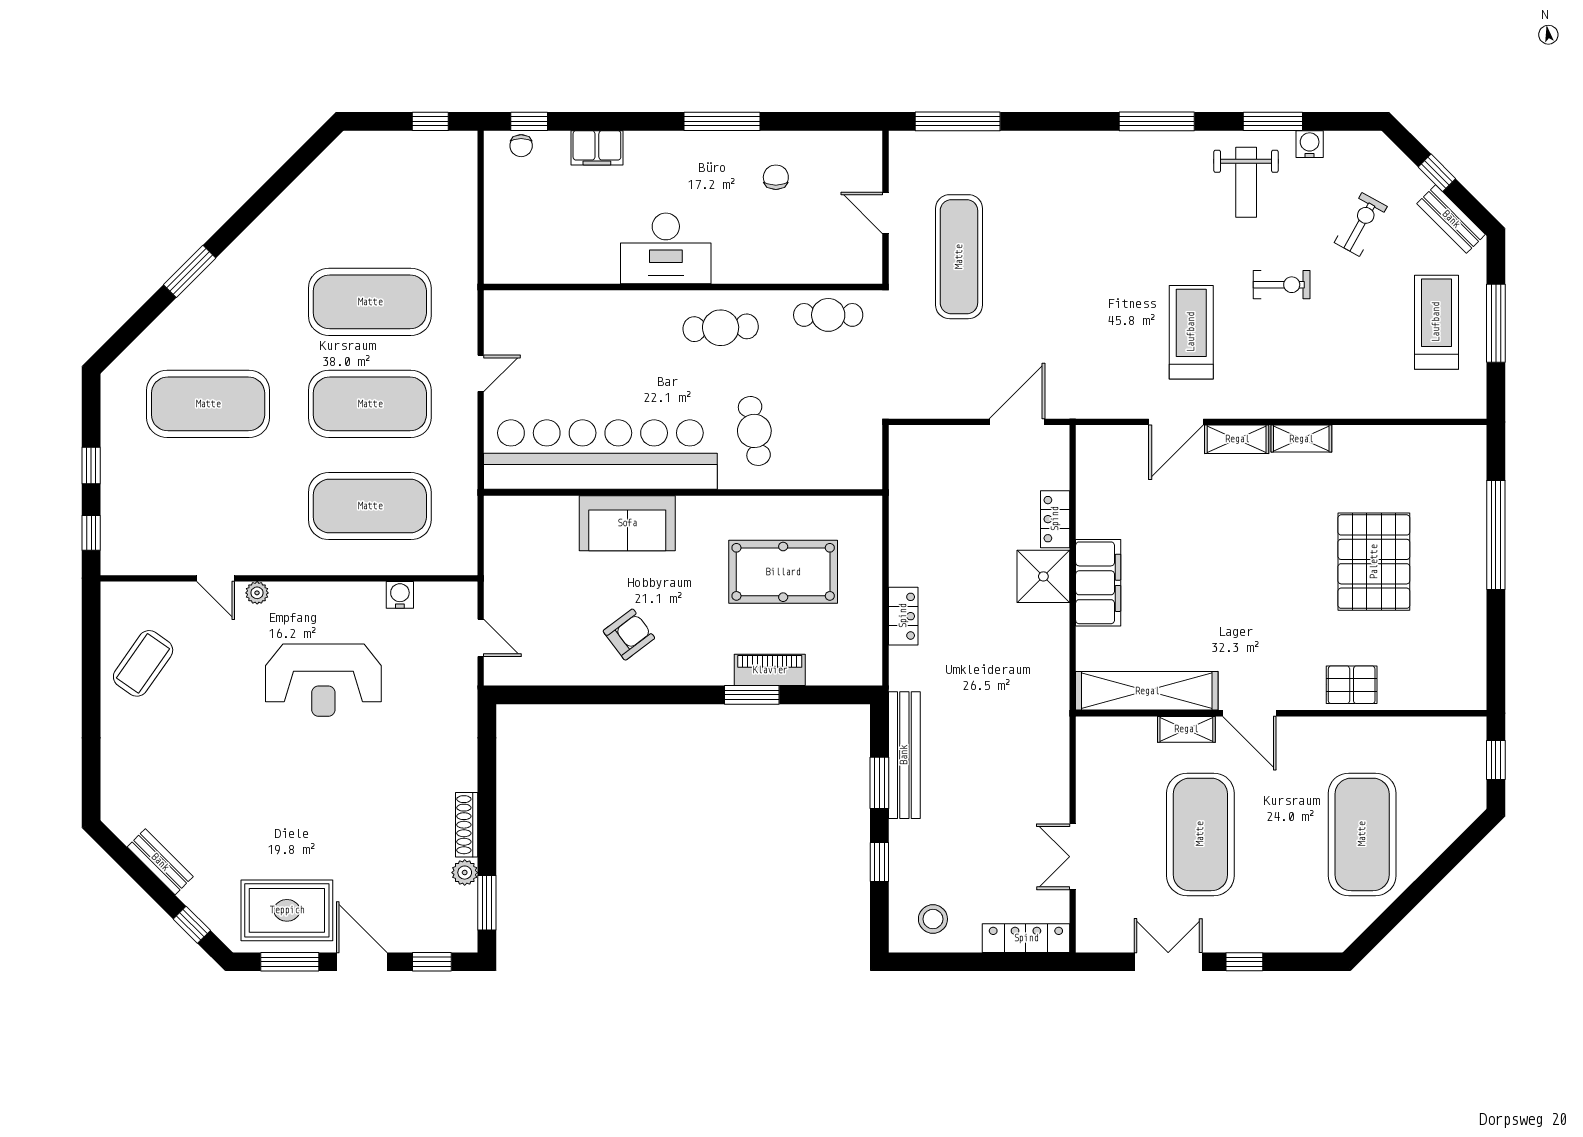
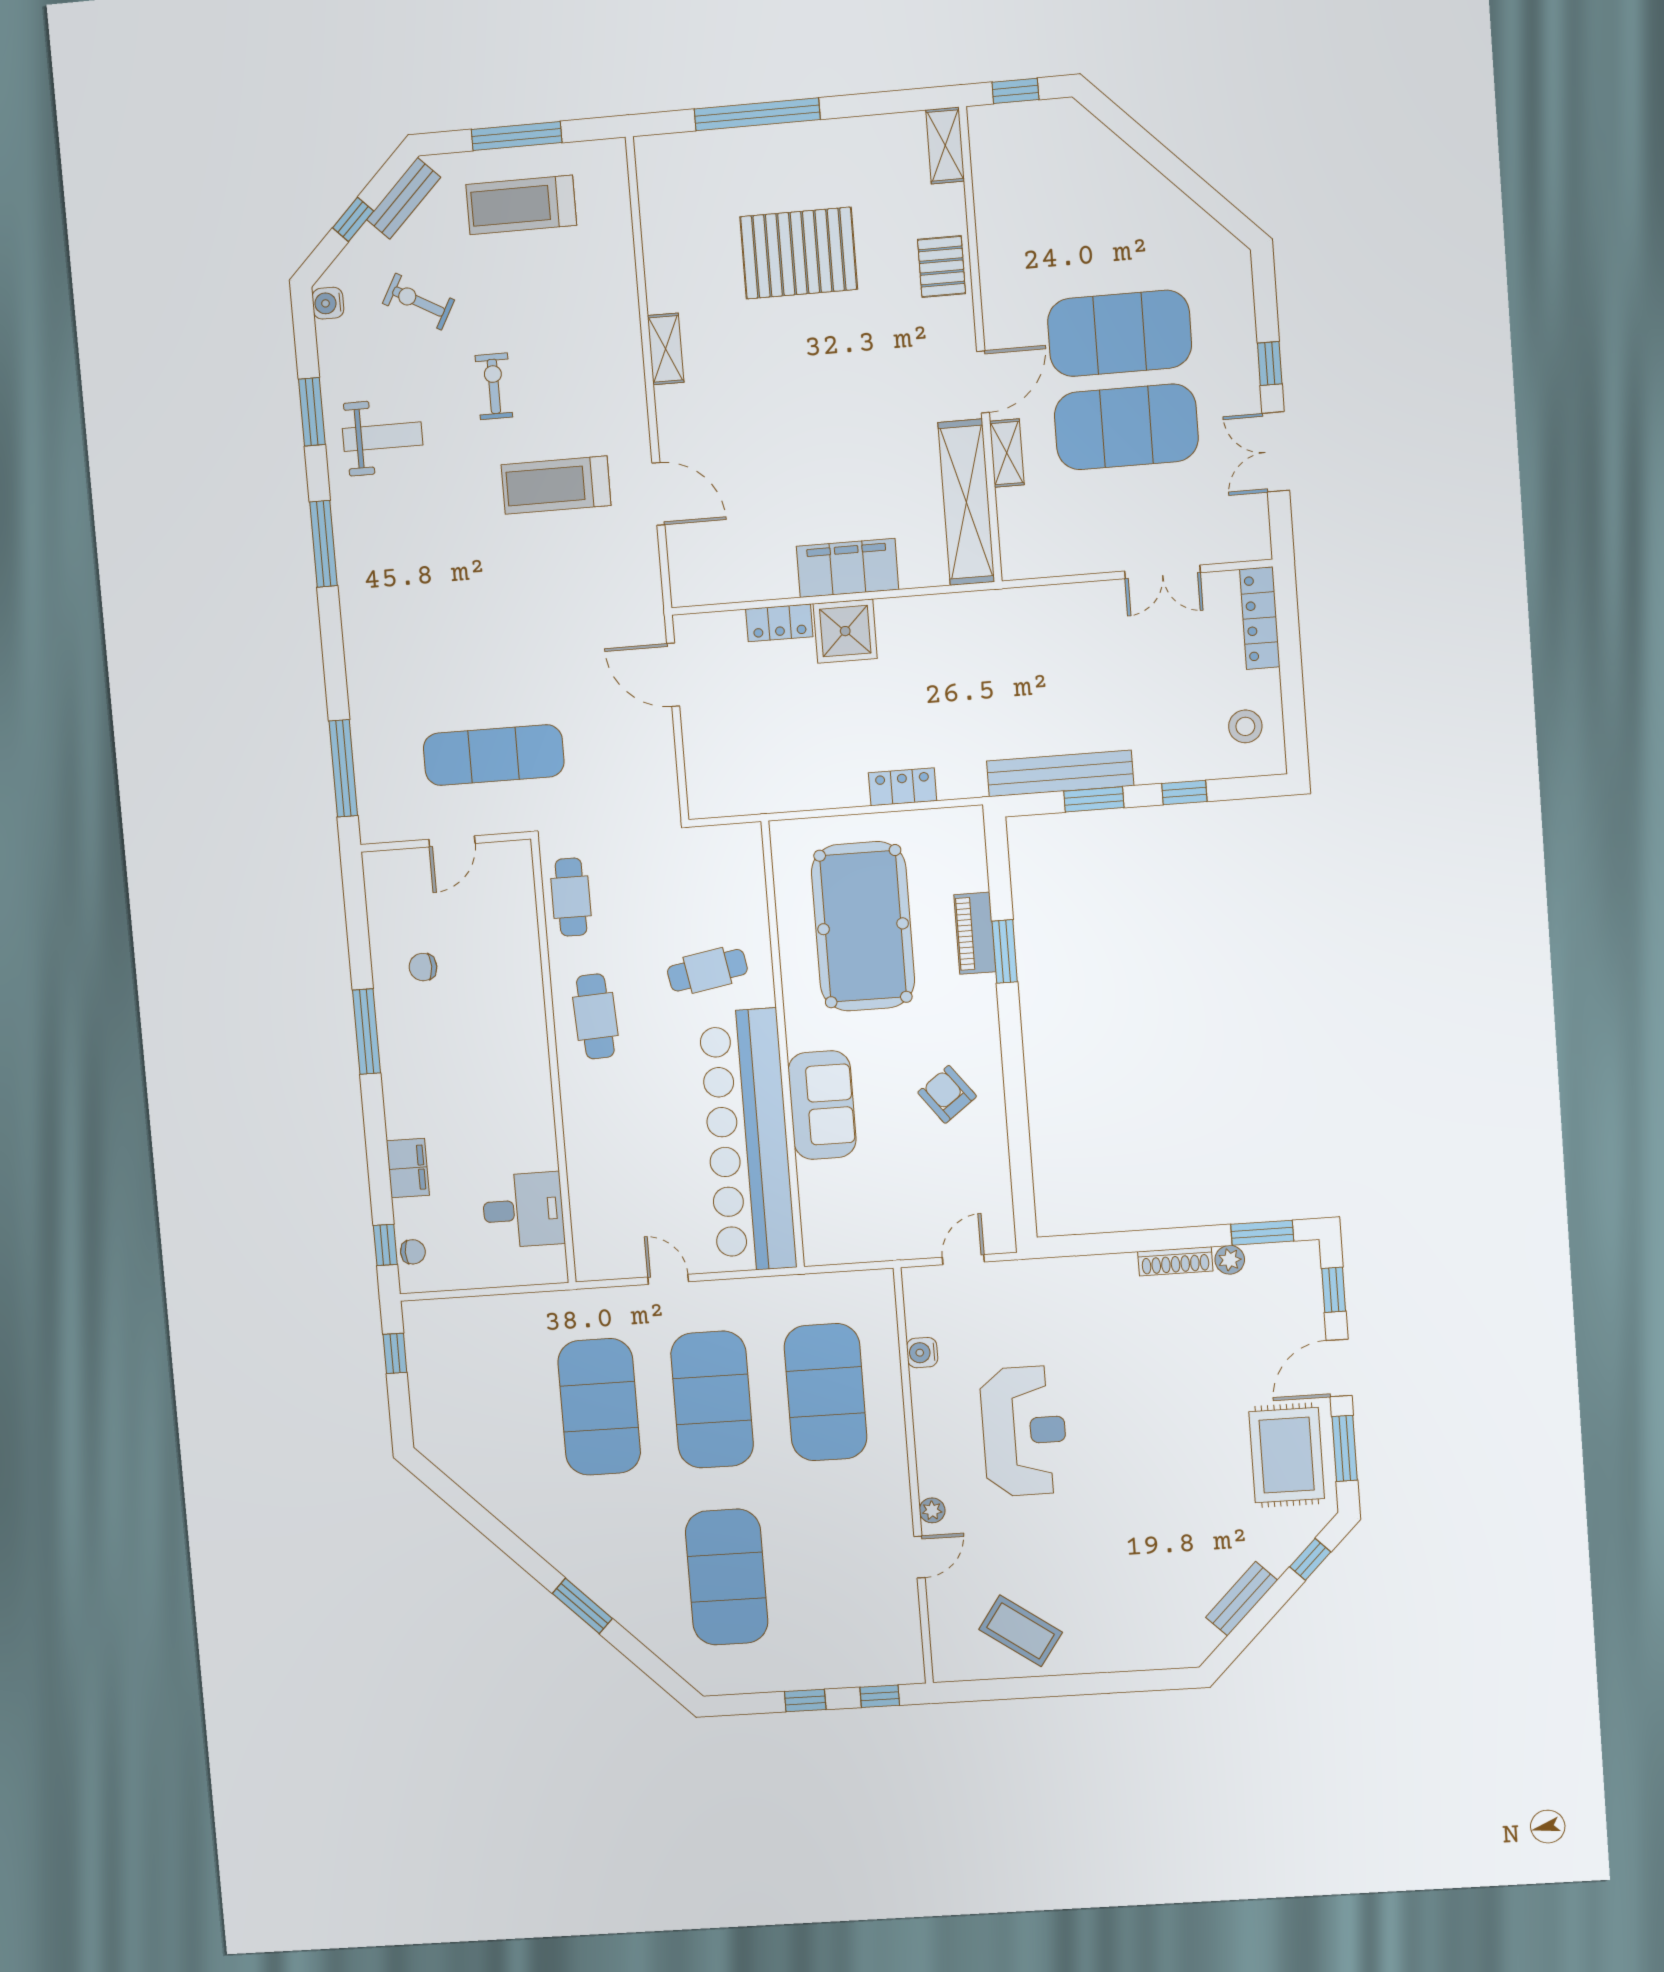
water cooler: (1310, 144) -> (328, 303), moved
desk: (666, 248) -> (523, 1210), moved, width x0.73
shelving: (1237, 439) -> (945, 146), moved
pool table: (783, 572) -> (863, 926), width x1.36, depth x1.32
exercise mat: (1362, 834) -> (1120, 333), moved

